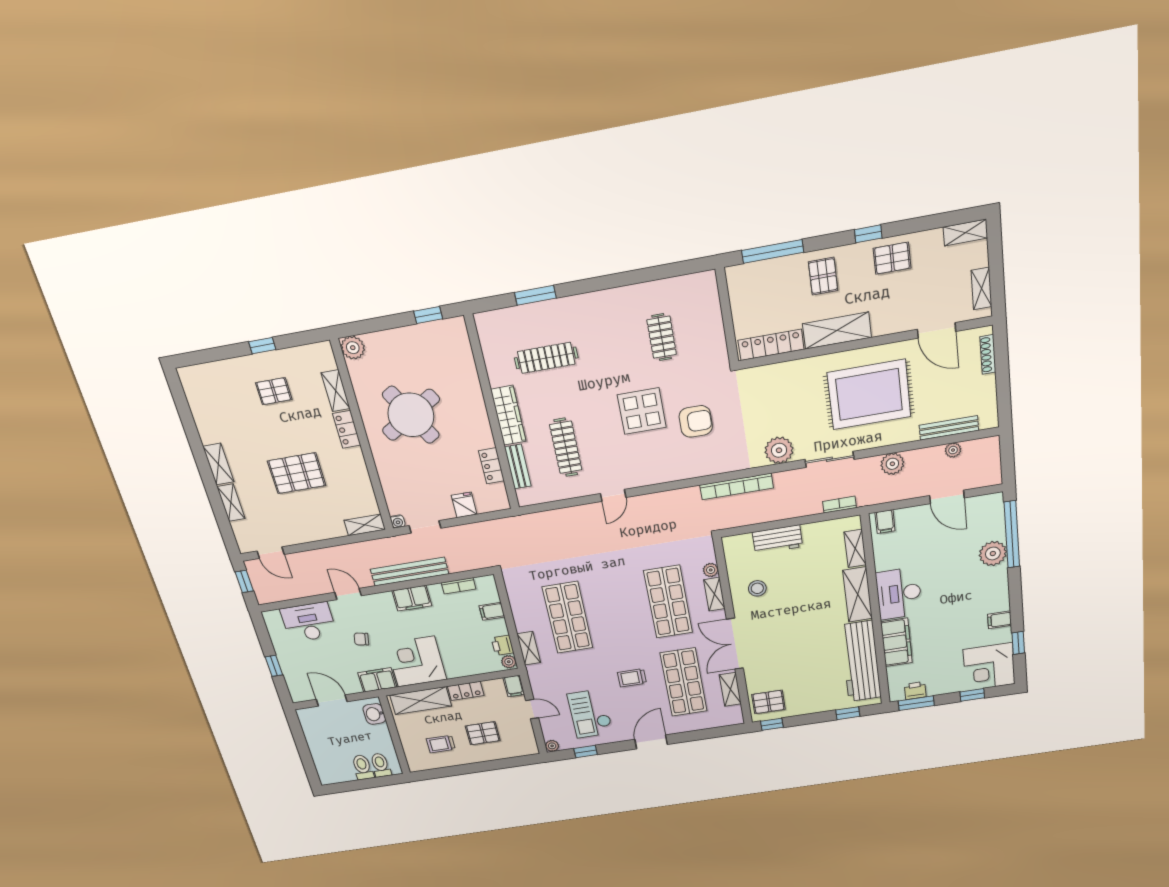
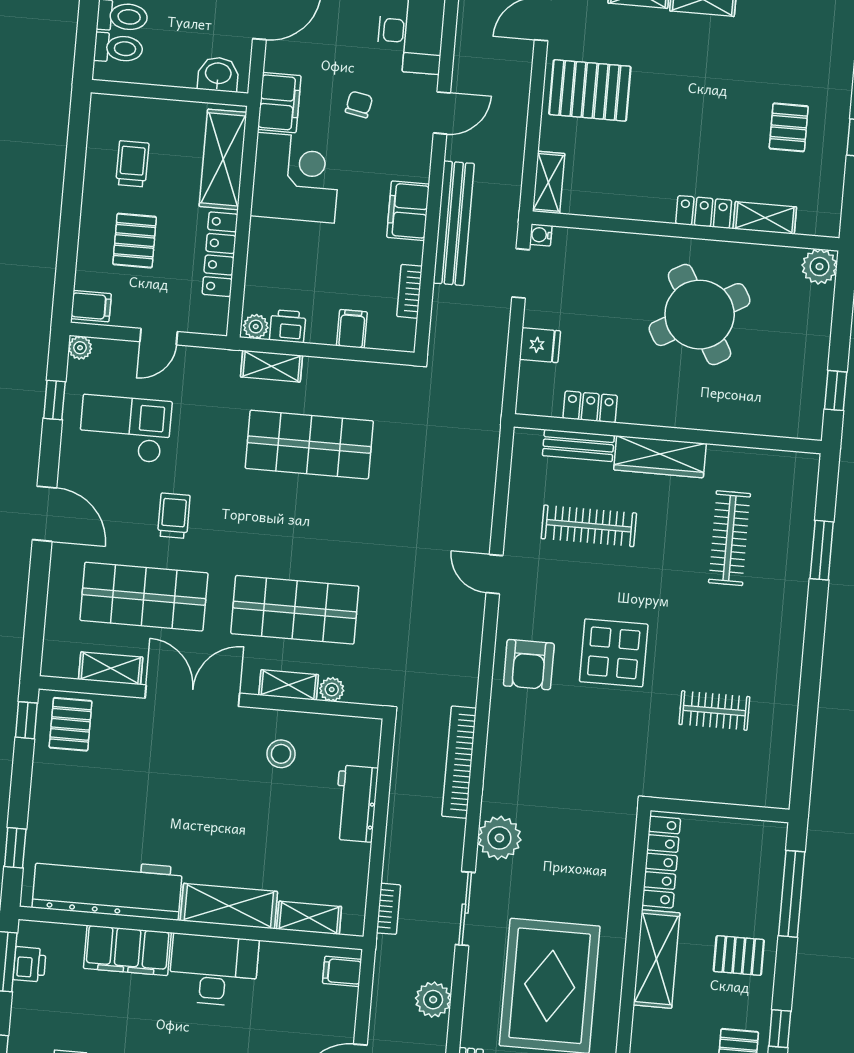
armchair: (696, 421) -> (529, 665), moved
pallet: (297, 473) -> (590, 90), moved, turned 90
filing cabinet: (514, 686) -> (91, 306), moved, turned 180
locker: (466, 691) -> (220, 254), width x1.53

